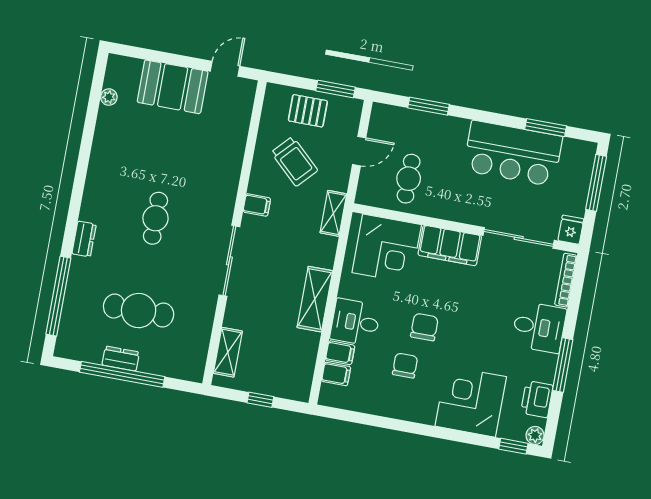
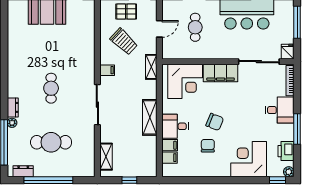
plant: (109, 97) -> (12, 123), moved
cafe table: (409, 179) -> (195, 27), moved
chair: (424, 327) -> (215, 122), turned 112
dresser: (121, 359) -> (23, 171), moved

